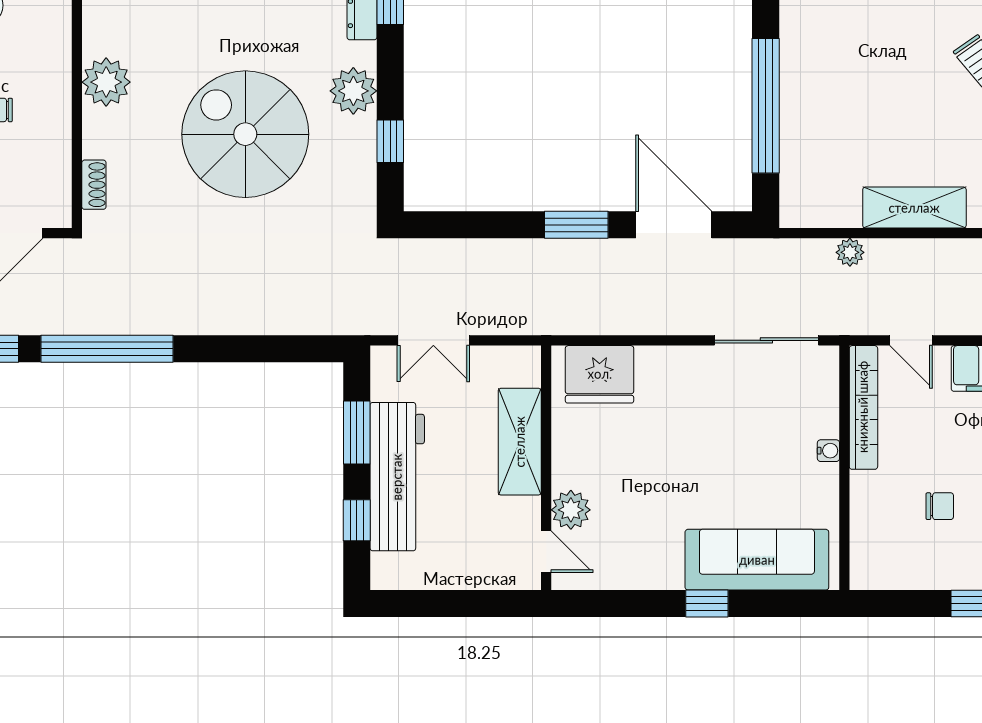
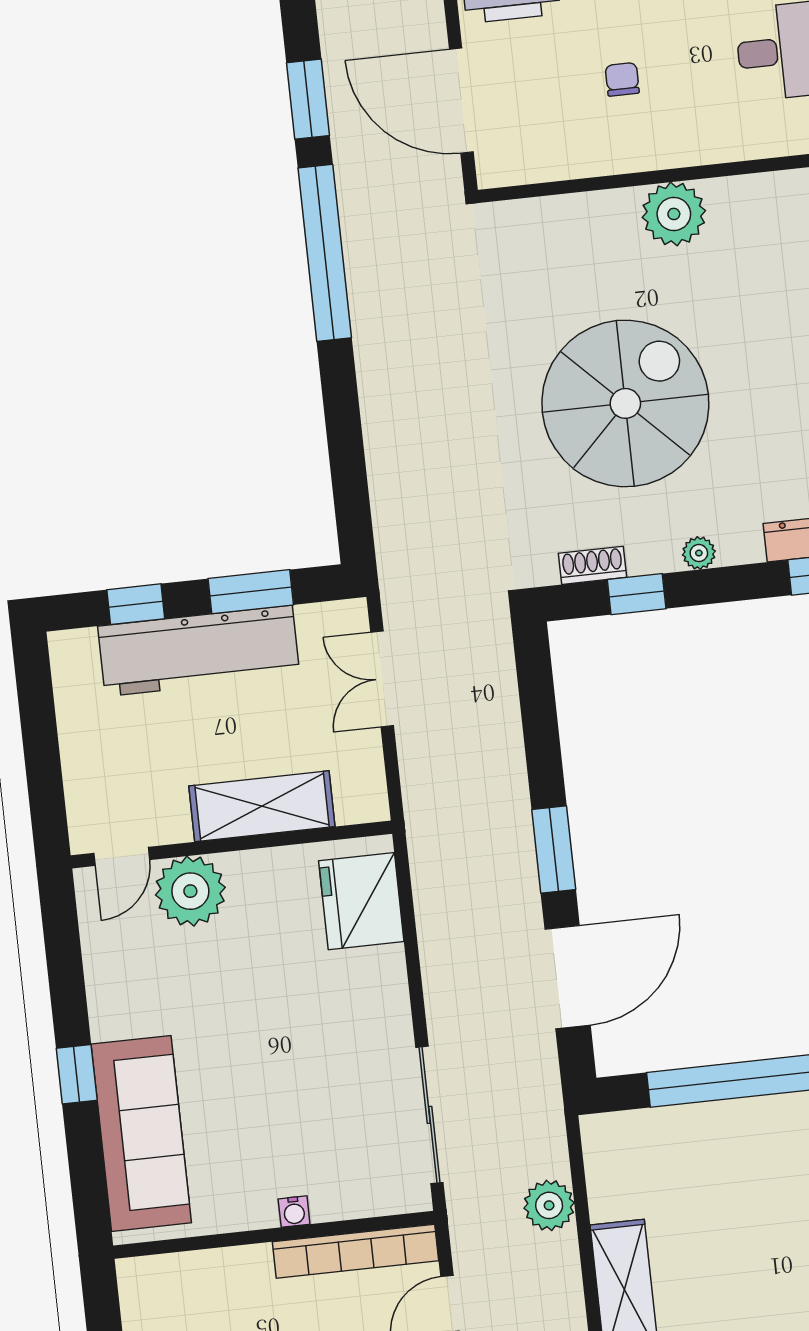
plant: (353, 91) -> (699, 553), width x0.53, depth x0.53
shoe rack: (94, 185) -> (592, 565), moved, turned 180
plant: (850, 252) -> (549, 1205), width x1.38, depth x1.38
plant: (571, 510) -> (190, 891), width x1.36, depth x1.36

